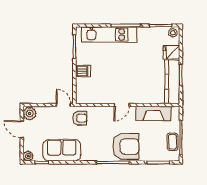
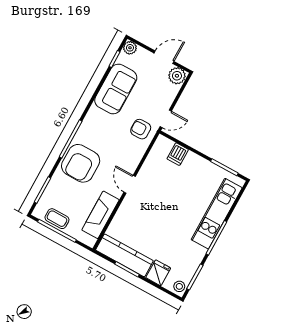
dishwasher: (83, 71) -> (178, 154), moved
armchair: (80, 118) -> (141, 129), turned 90

